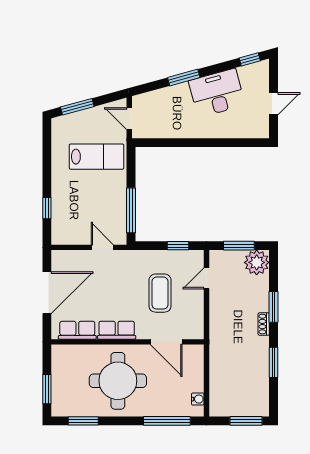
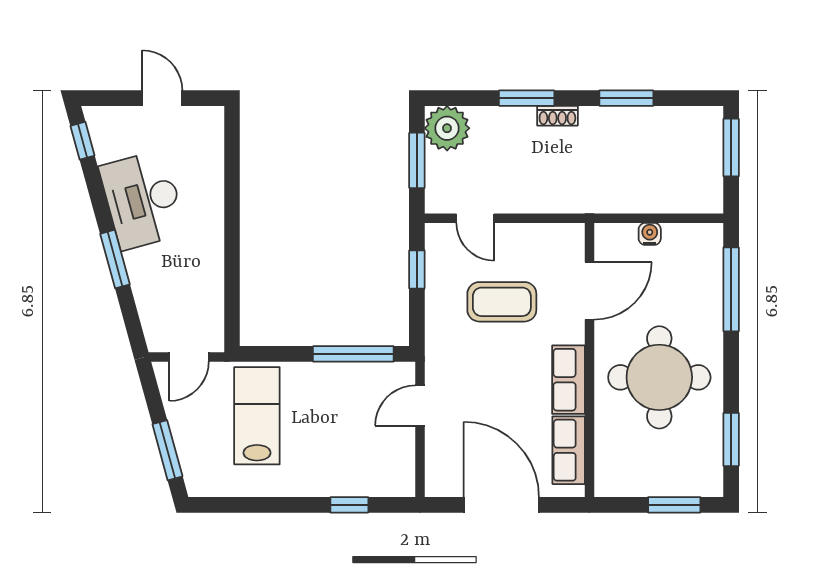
water cooler: (198, 399) -> (650, 234), moved

